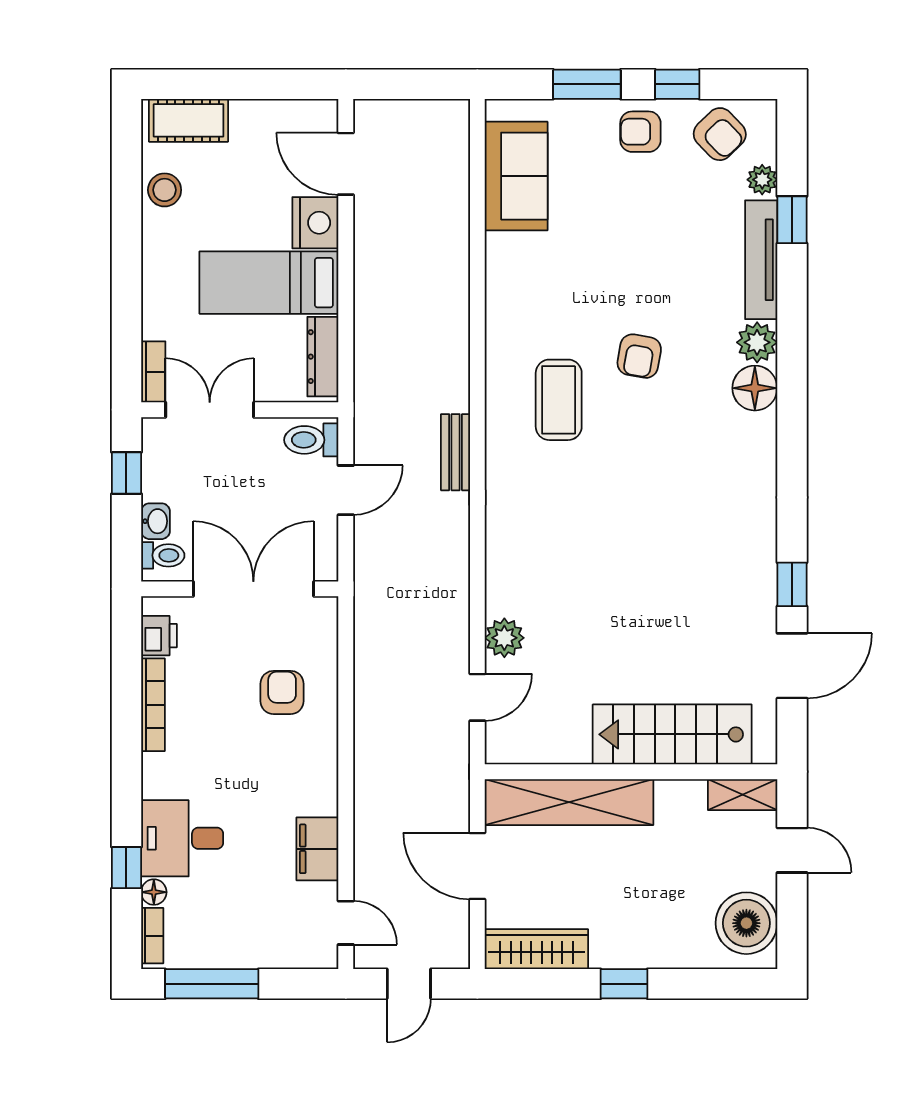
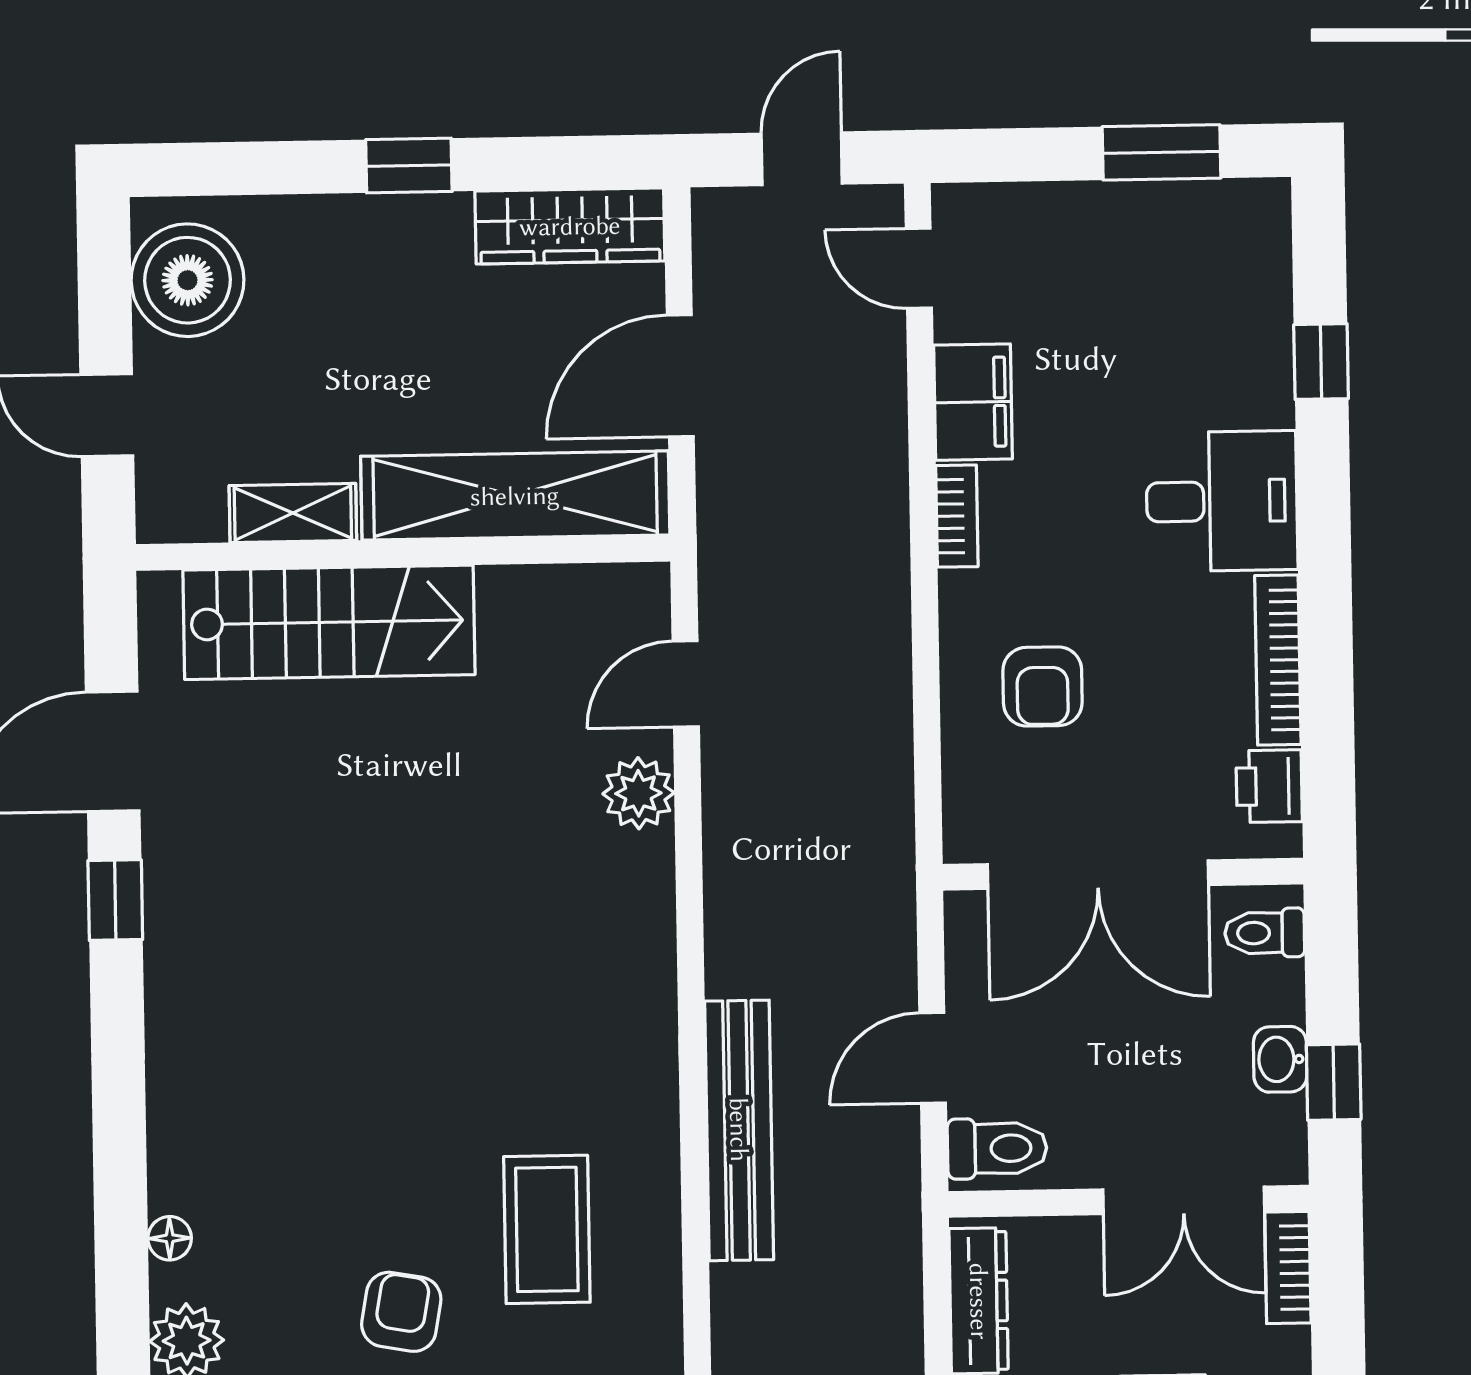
floor lamp: (755, 388) -> (170, 1238), width x0.53, depth x0.53
bench: (456, 452) -> (739, 1130), width x1.86, depth x1.21
washbasin: (155, 521) -> (1280, 1059), moved
shelving: (743, 795) -> (293, 513), moved
desk: (182, 838) -> (1222, 501), moved
door: (477, 866) -> (680, 376), swing flipped
floor lamp: (154, 892) -> (1270, 318), removed
bookcase: (152, 936) -> (957, 516), moved, turned 180
window: (212, 984) -> (1162, 152), width x0.69

